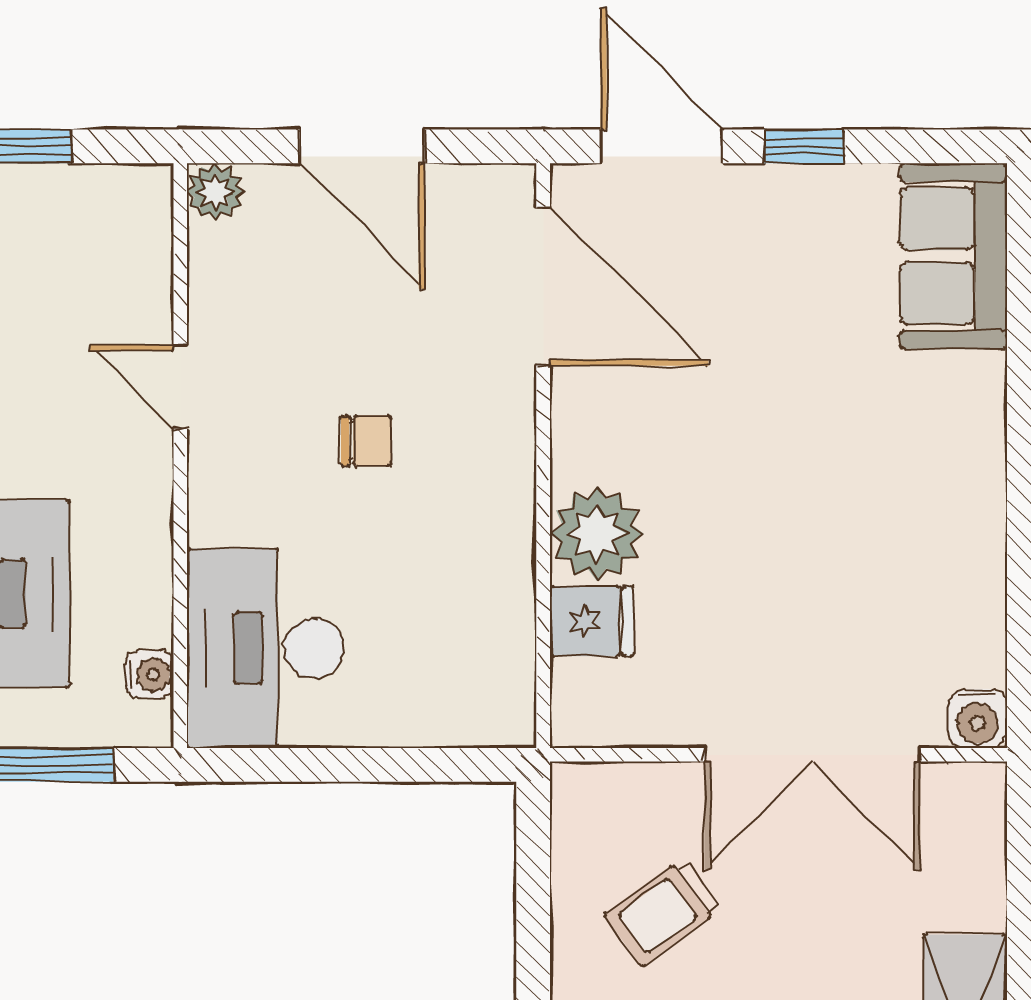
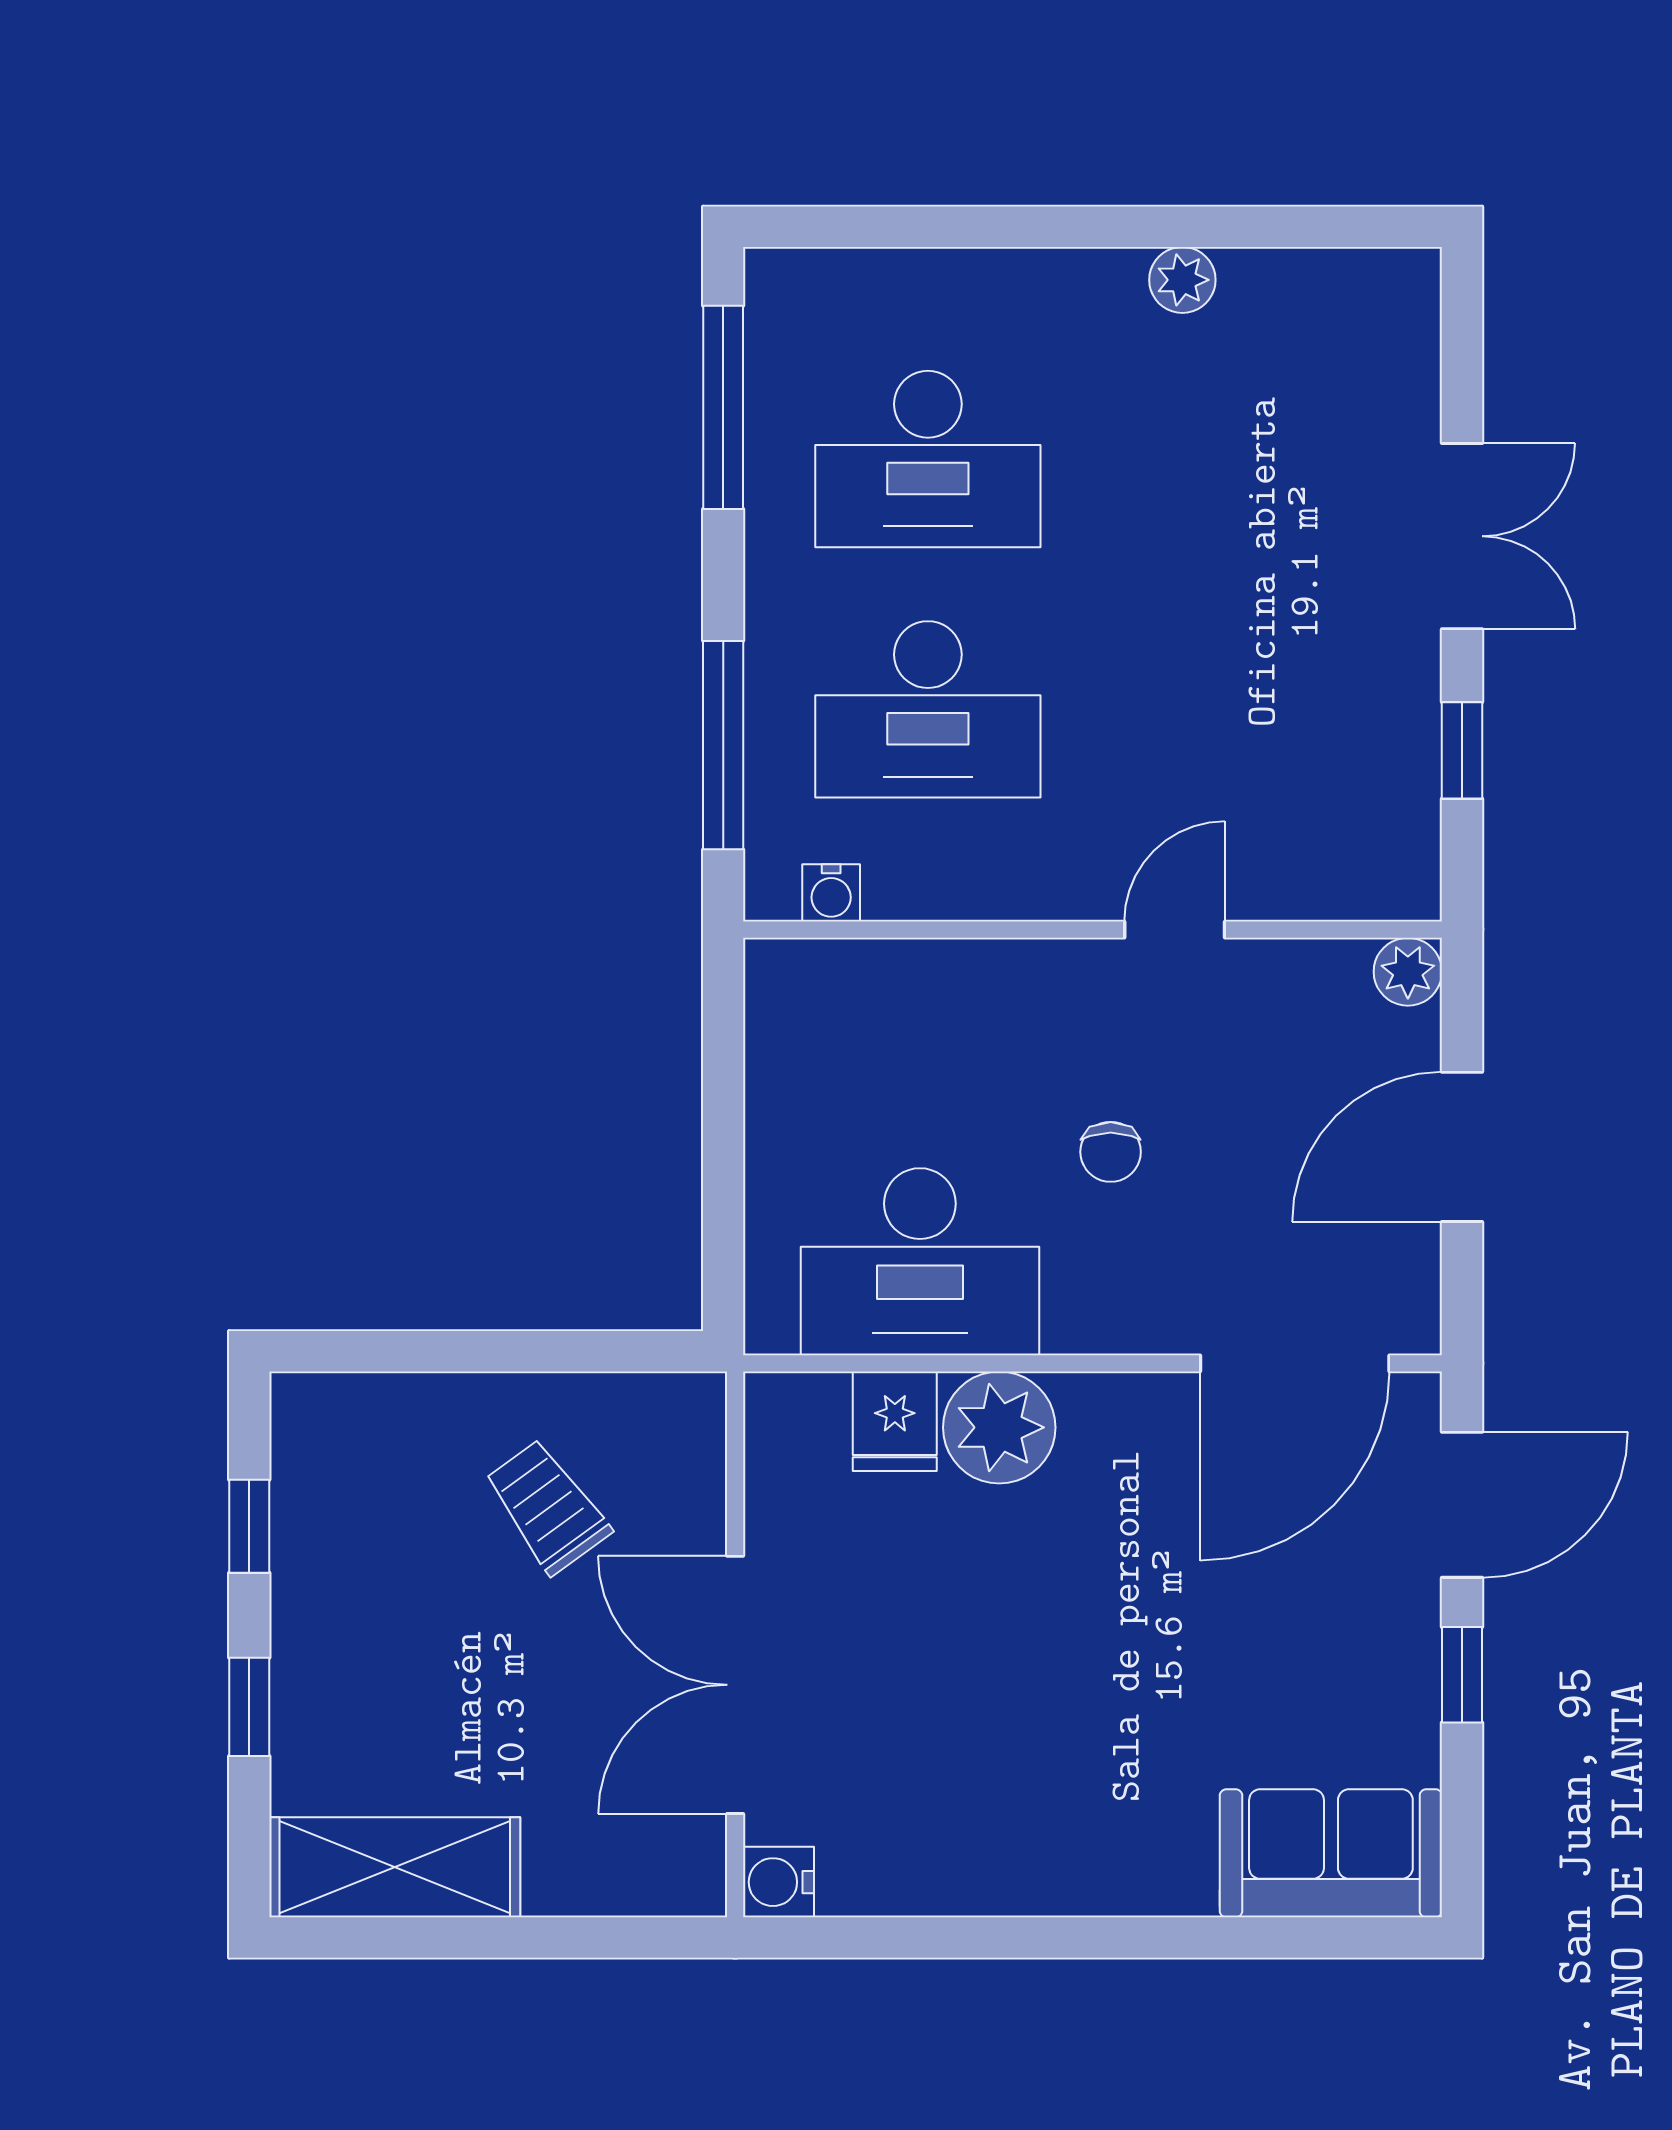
desk: (265, 648) -> (920, 1262), moved, turned 180

